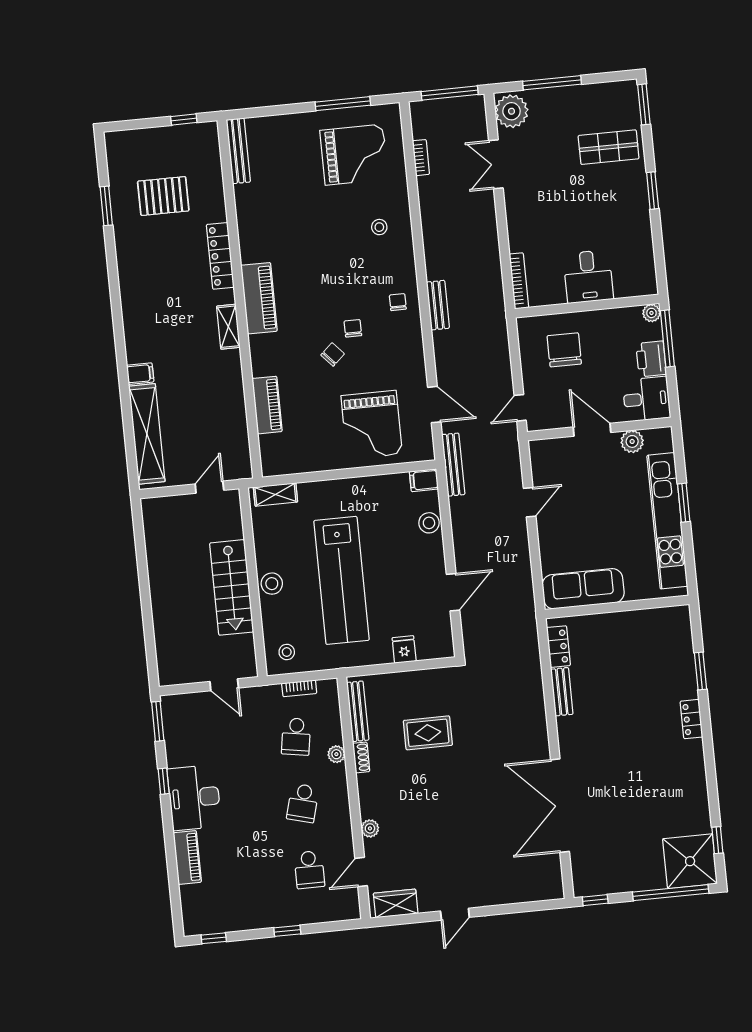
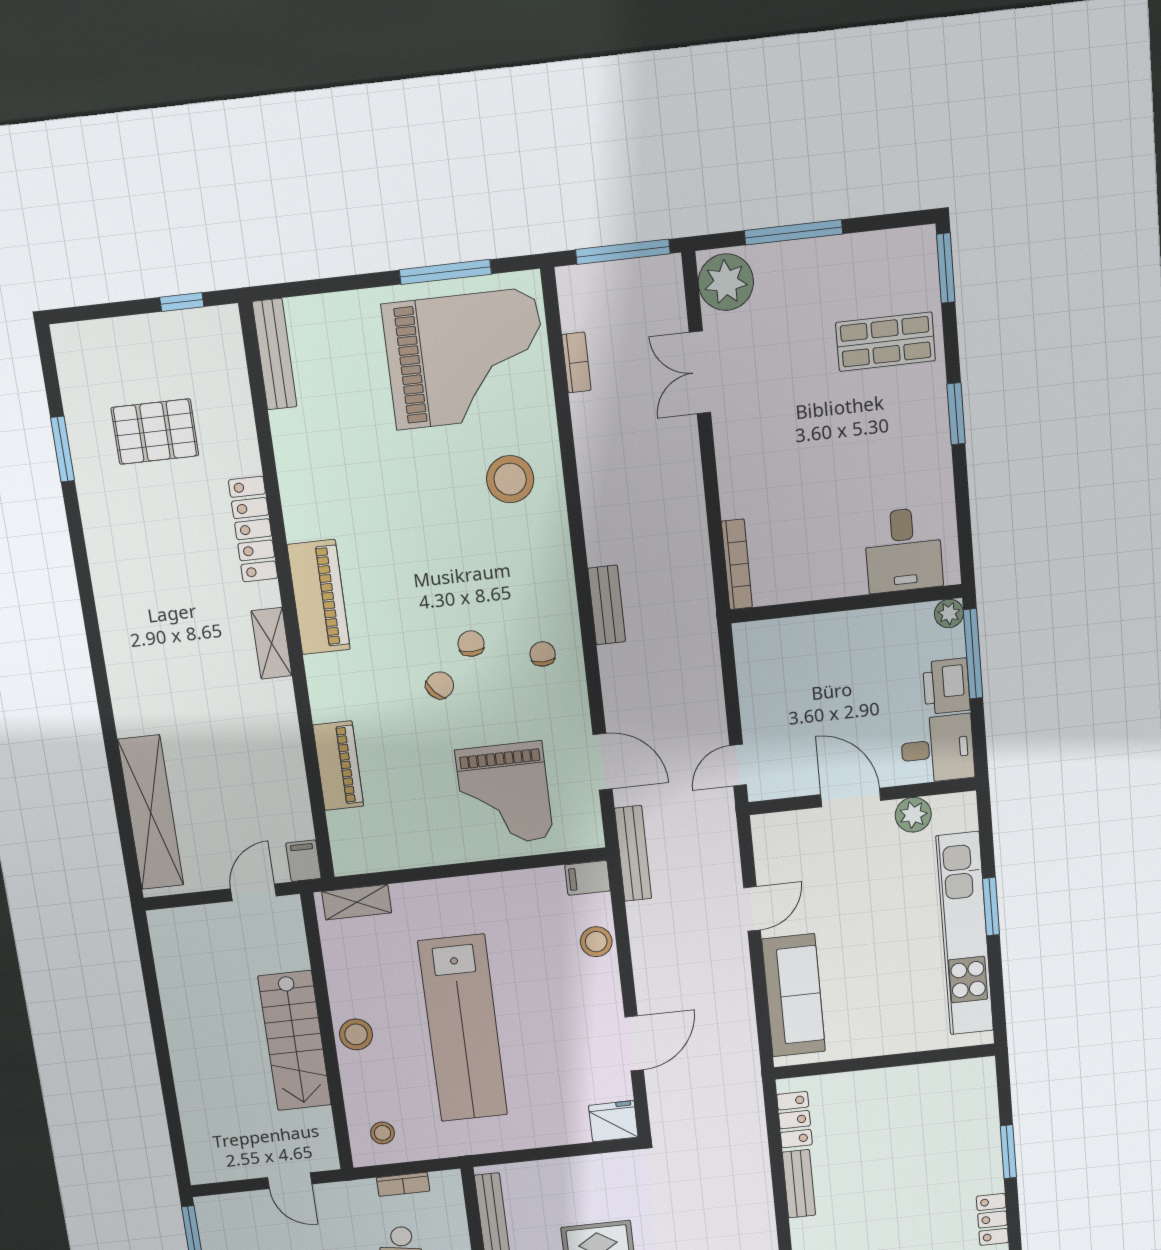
grand piano: (354, 155) -> (466, 359), width x1.37, depth x1.48
stool: (379, 227) -> (510, 479), width x1.89, depth x1.89
desk: (588, 277) -> (903, 550), moved
chair: (398, 302) -> (543, 654), moved
chair: (564, 350) -> (809, 674), removed
filing cabinet: (140, 374) -> (304, 861), moved, turned -90
sofa: (583, 589) -> (794, 995), moved, turned 90
fridge: (404, 649) -> (613, 1121), moved, width x1.38

